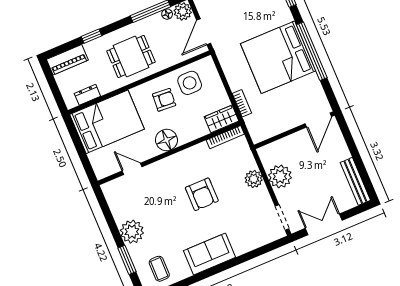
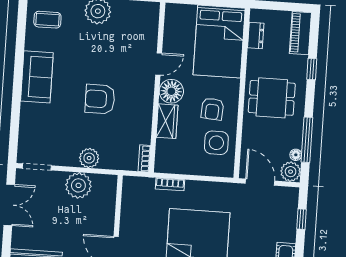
dining table: (131, 57) -> (272, 98), turned 90
wardrobe: (221, 119) -> (167, 121), moved
bookcase: (225, 137) -> (144, 158), width x0.64
door: (132, 169) -> (159, 64), moved

